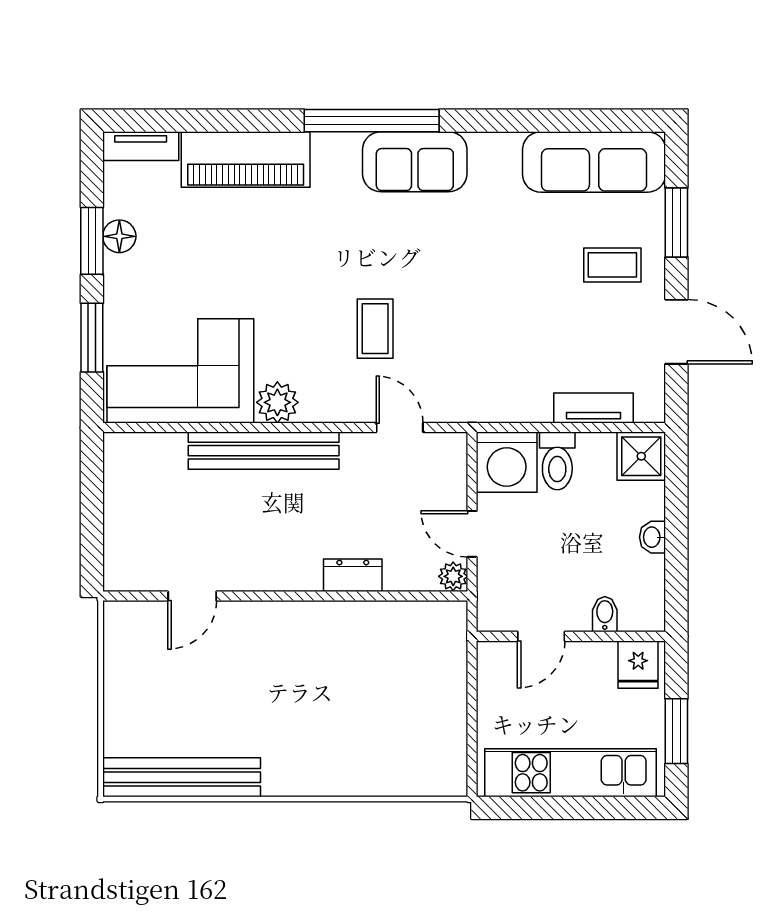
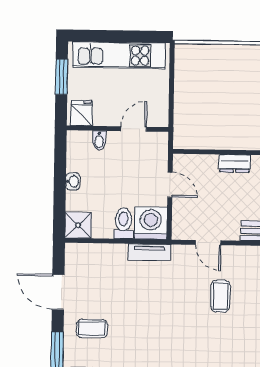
tv unit: (594, 408) -> (149, 252), moved
plant: (453, 576) -> (180, 162), removed

